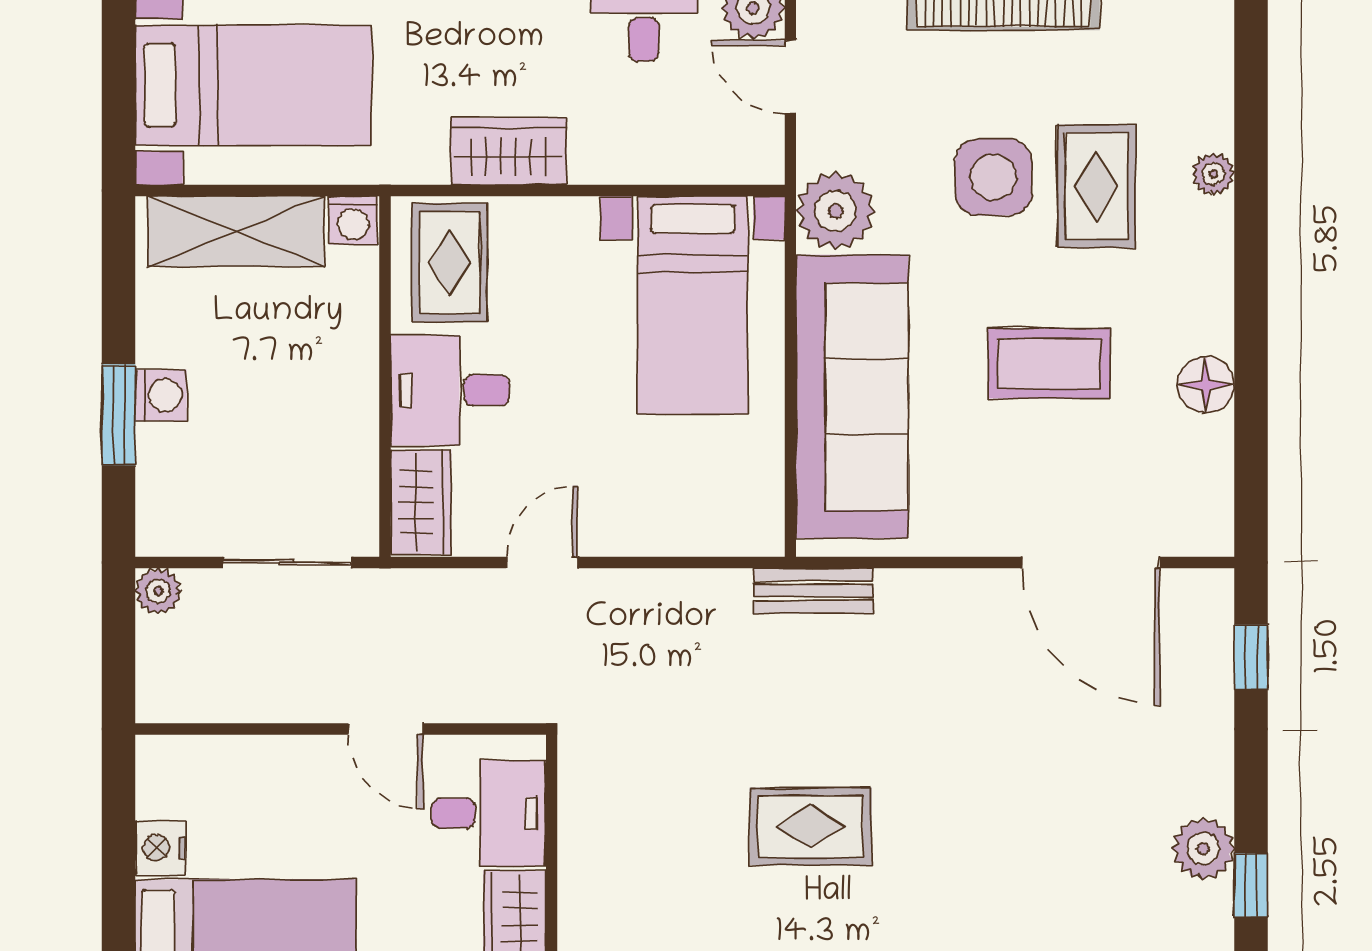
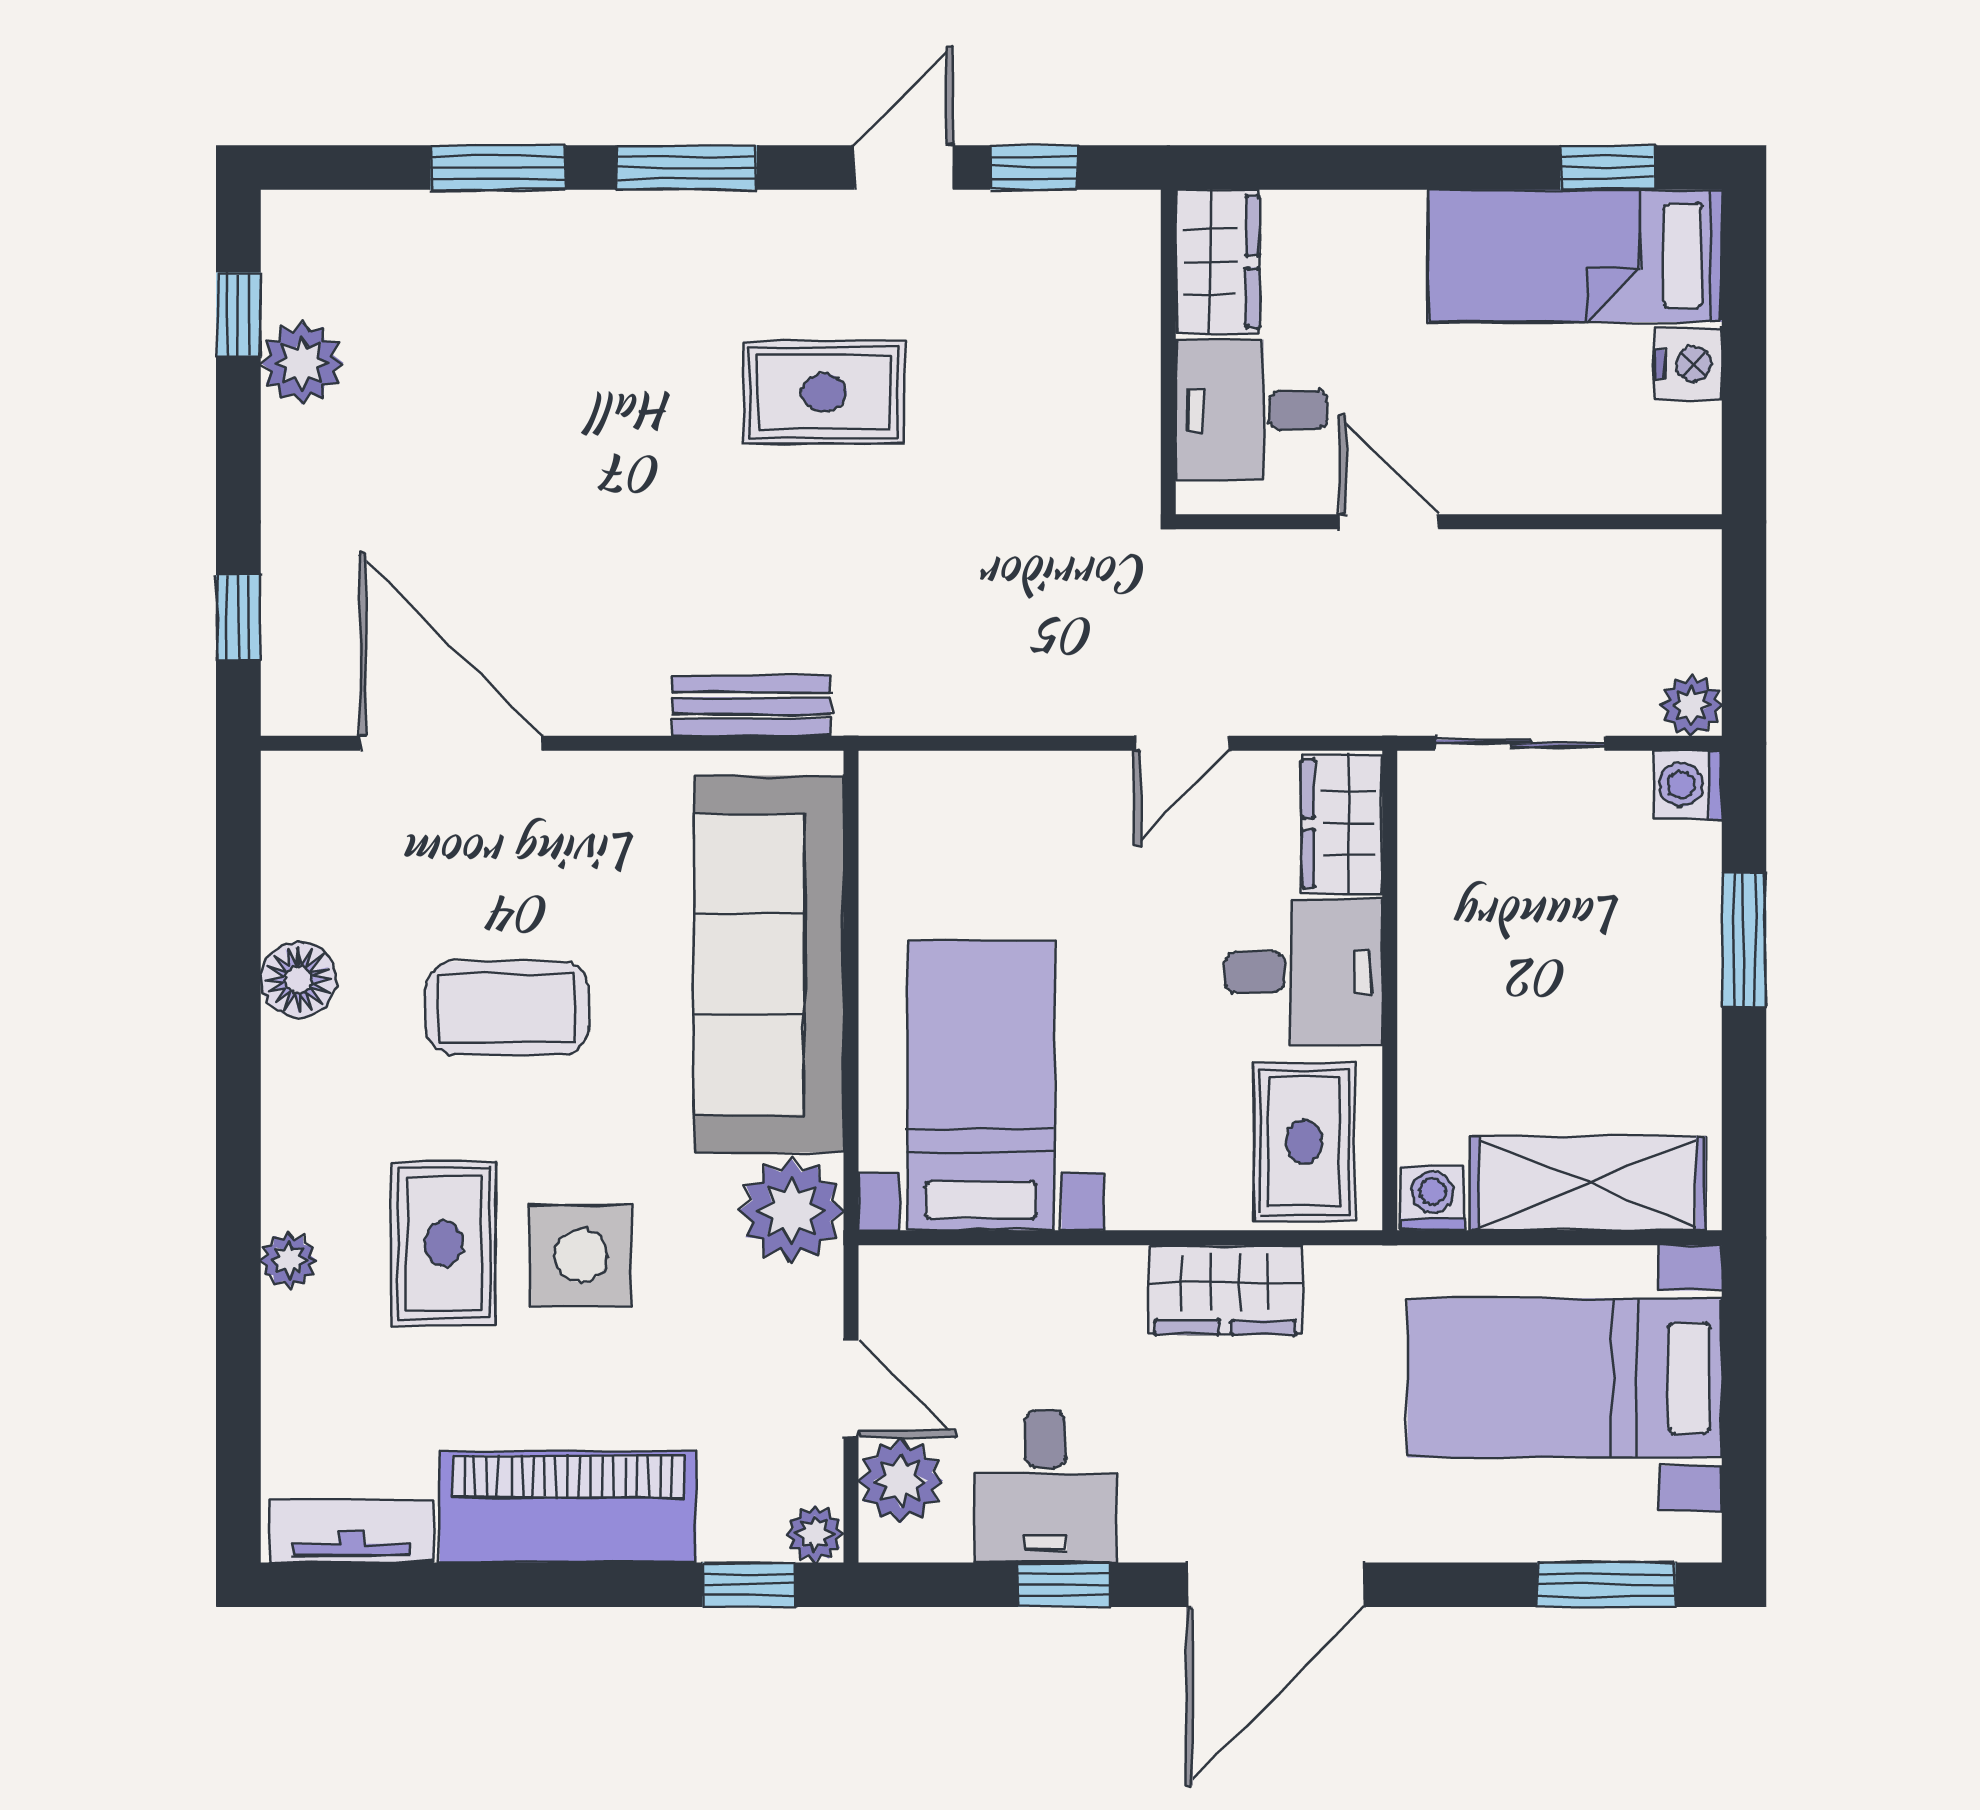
washing machine: (161, 395) -> (1688, 785), moved
bench: (814, 591) -> (751, 706), moved

